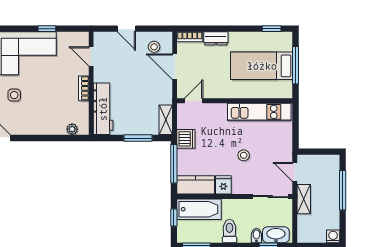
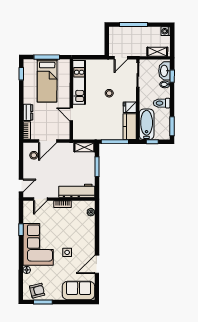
door: (126, 29) -> (21, 186), moved
door: (194, 101) -> (71, 114), moved
dishwasher: (186, 139) -> (98, 133), removed
shelving: (304, 199) -> (157, 52), moved

